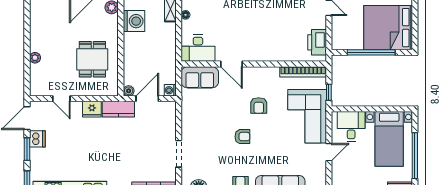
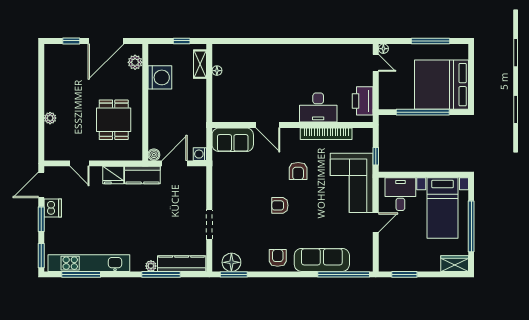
desk: (198, 48) -> (318, 107), moved
bookcase: (303, 72) -> (326, 134), moved
armchair: (242, 137) -> (280, 205), turned 180

